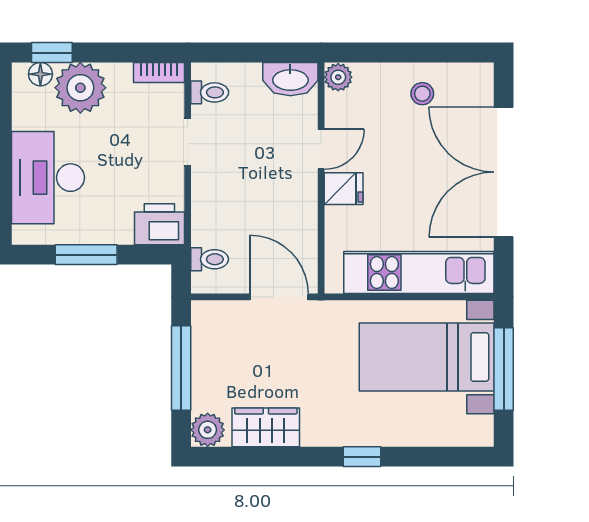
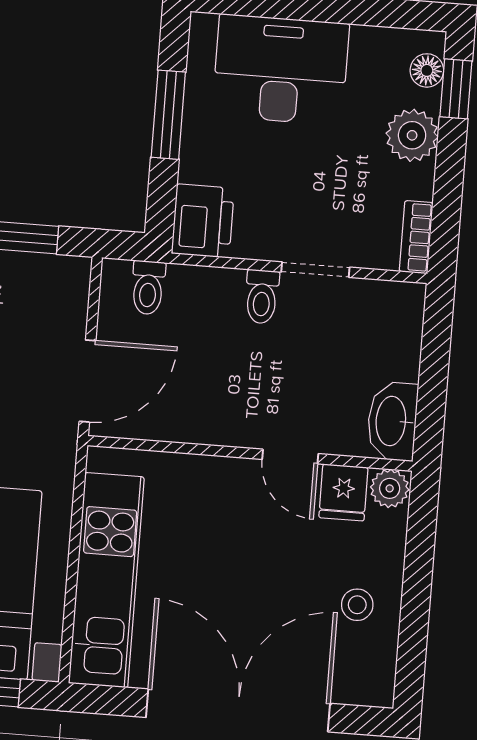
plant: (80, 88) -> (412, 135), width x0.73, depth x0.73
toilet: (210, 92) -> (262, 297), moved
fridge: (344, 189) -> (343, 492), moved

